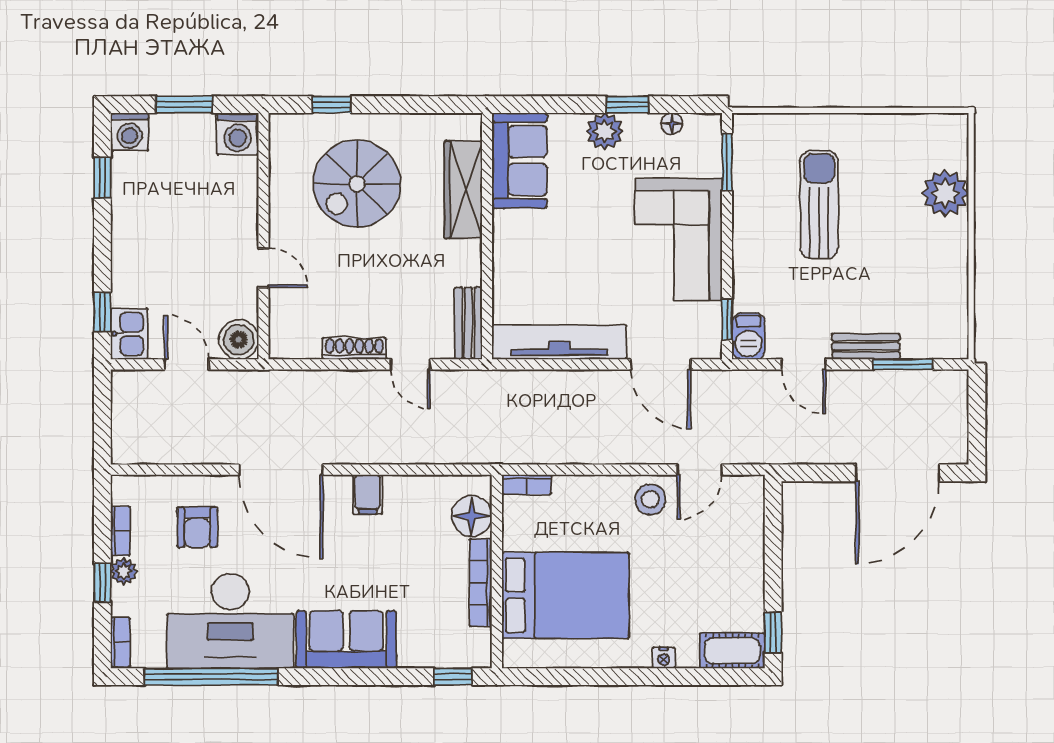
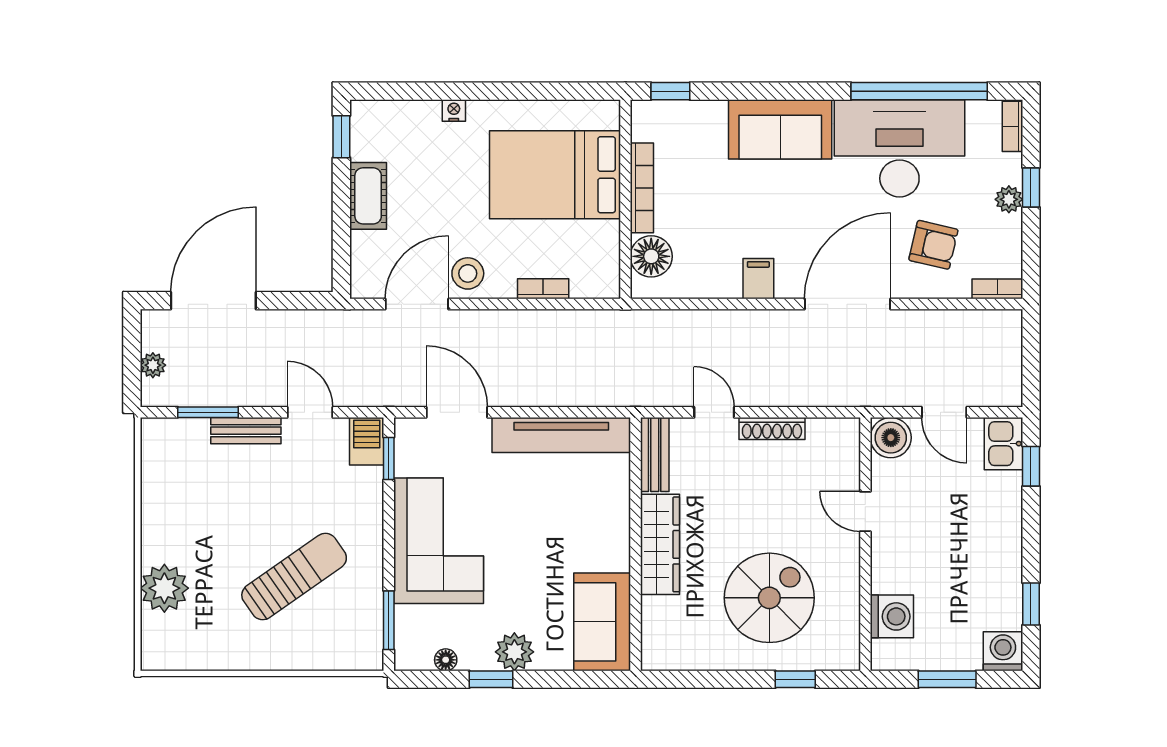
washing machine: (238, 134) -> (892, 616), moved, turned 90
wardrobe: (463, 190) -> (660, 544), moved
sun lounger: (819, 205) -> (294, 576), turned -125
plant: (956, 410) -> (153, 365), added
door: (281, 470) -> (847, 304), hinge flipped
door: (700, 470) -> (417, 304), width x1.38
bookcase: (527, 484) -> (543, 289), moved
armchair: (197, 527) -> (933, 245), turned 103
bookcase: (120, 531) -> (997, 289), moved, turned 90
cot: (732, 651) -> (368, 196), moved, turned 90

